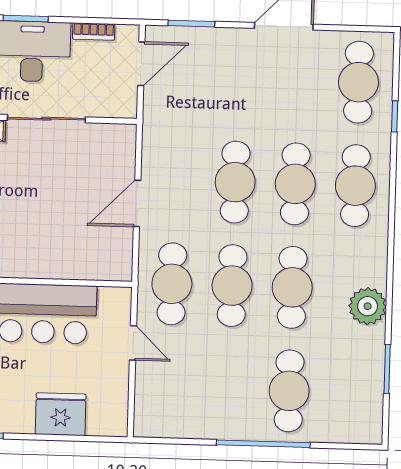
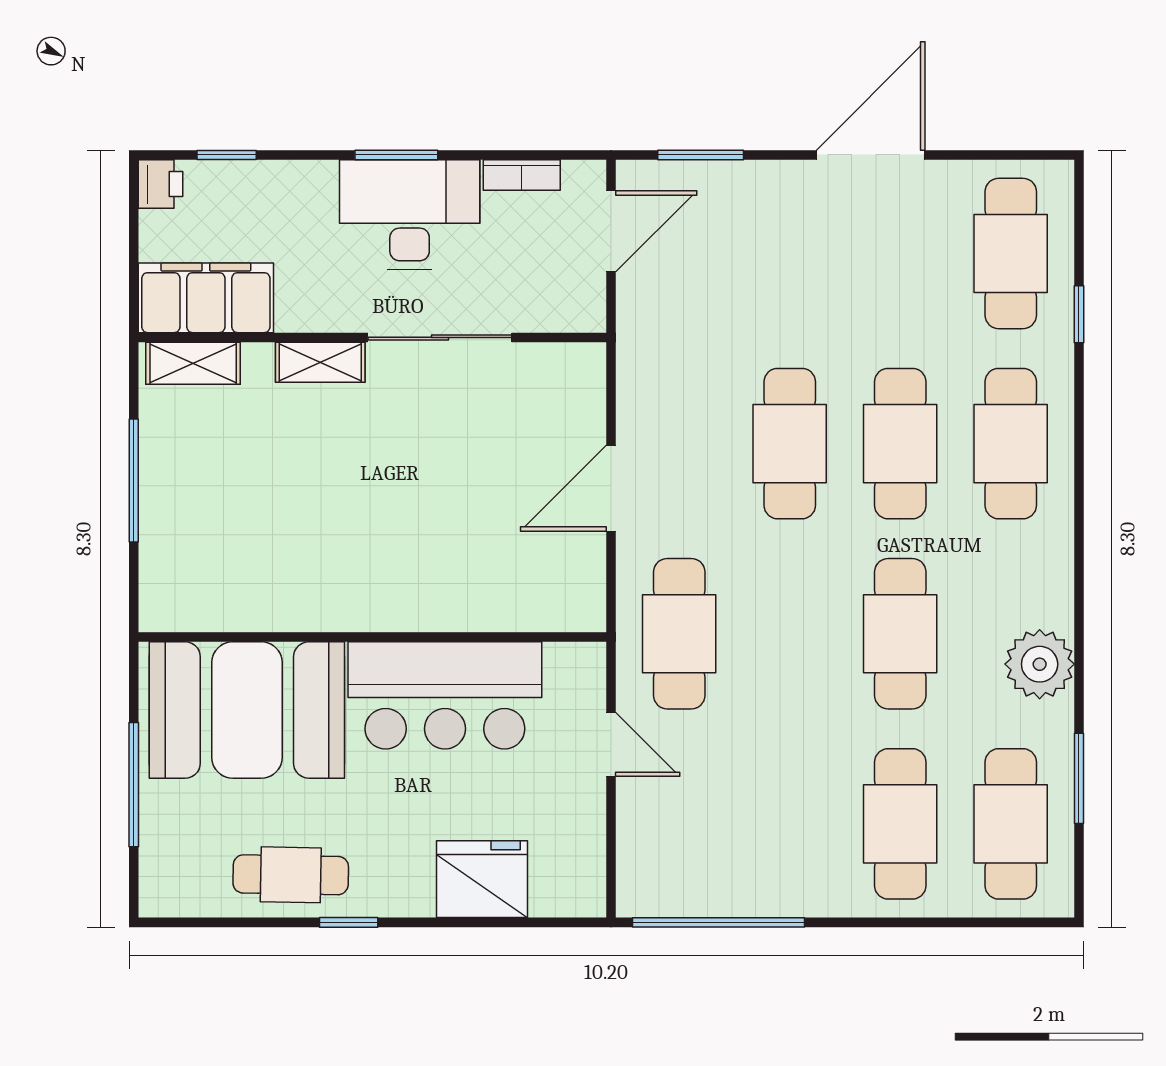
cafe table: (232, 286) -> (1011, 824), moved
window: (263, 444) -> (719, 922), moved

